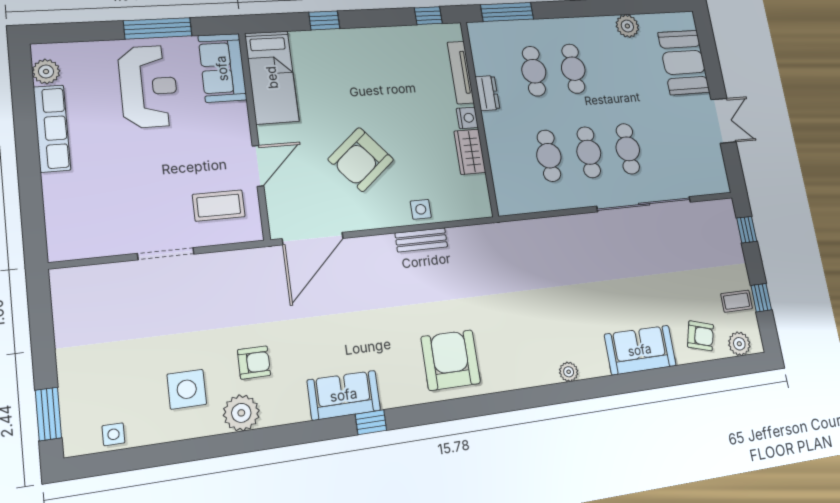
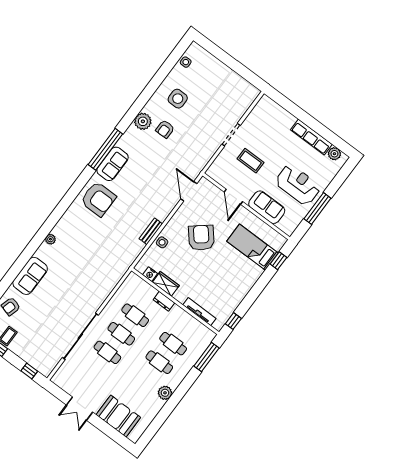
window: (324, 20) -> (278, 261), moved
plant: (627, 26) -> (165, 393), moved
sofa: (222, 68) -> (267, 207), moved
bed: (272, 77) -> (252, 247), moved
reception desk: (149, 87) -> (298, 185), turned 180
dresser: (487, 93) -> (164, 301), moved
nightstand: (467, 118) -> (150, 274), moved
coffee table: (219, 206) -> (250, 161), moved, turned 90
door: (313, 238) -> (189, 191), width x0.73
sofa: (344, 395) -> (113, 164), moved
plant: (241, 413) -> (143, 121), moved
window: (48, 414) -> (212, 48), removed
window: (371, 422) -> (105, 149), width x3.17

